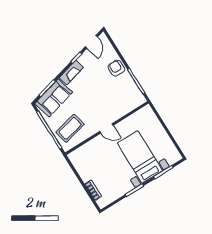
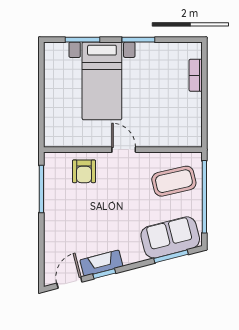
armchair: (116, 68) -> (84, 171), moved
fireplace: (71, 73) -> (101, 263), moved

